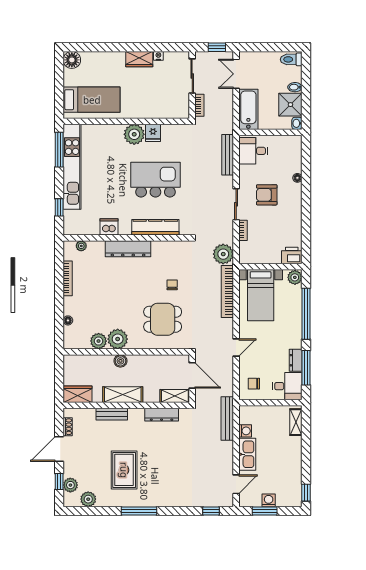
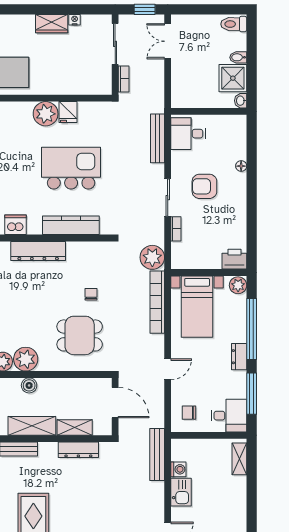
bathtub: (248, 109) -> (182, 84), removed
dresser: (296, 360) -> (239, 357), moved
shelving: (175, 396) -> (75, 427), moved
kitchen sink: (247, 454) -> (181, 492), width x0.73

